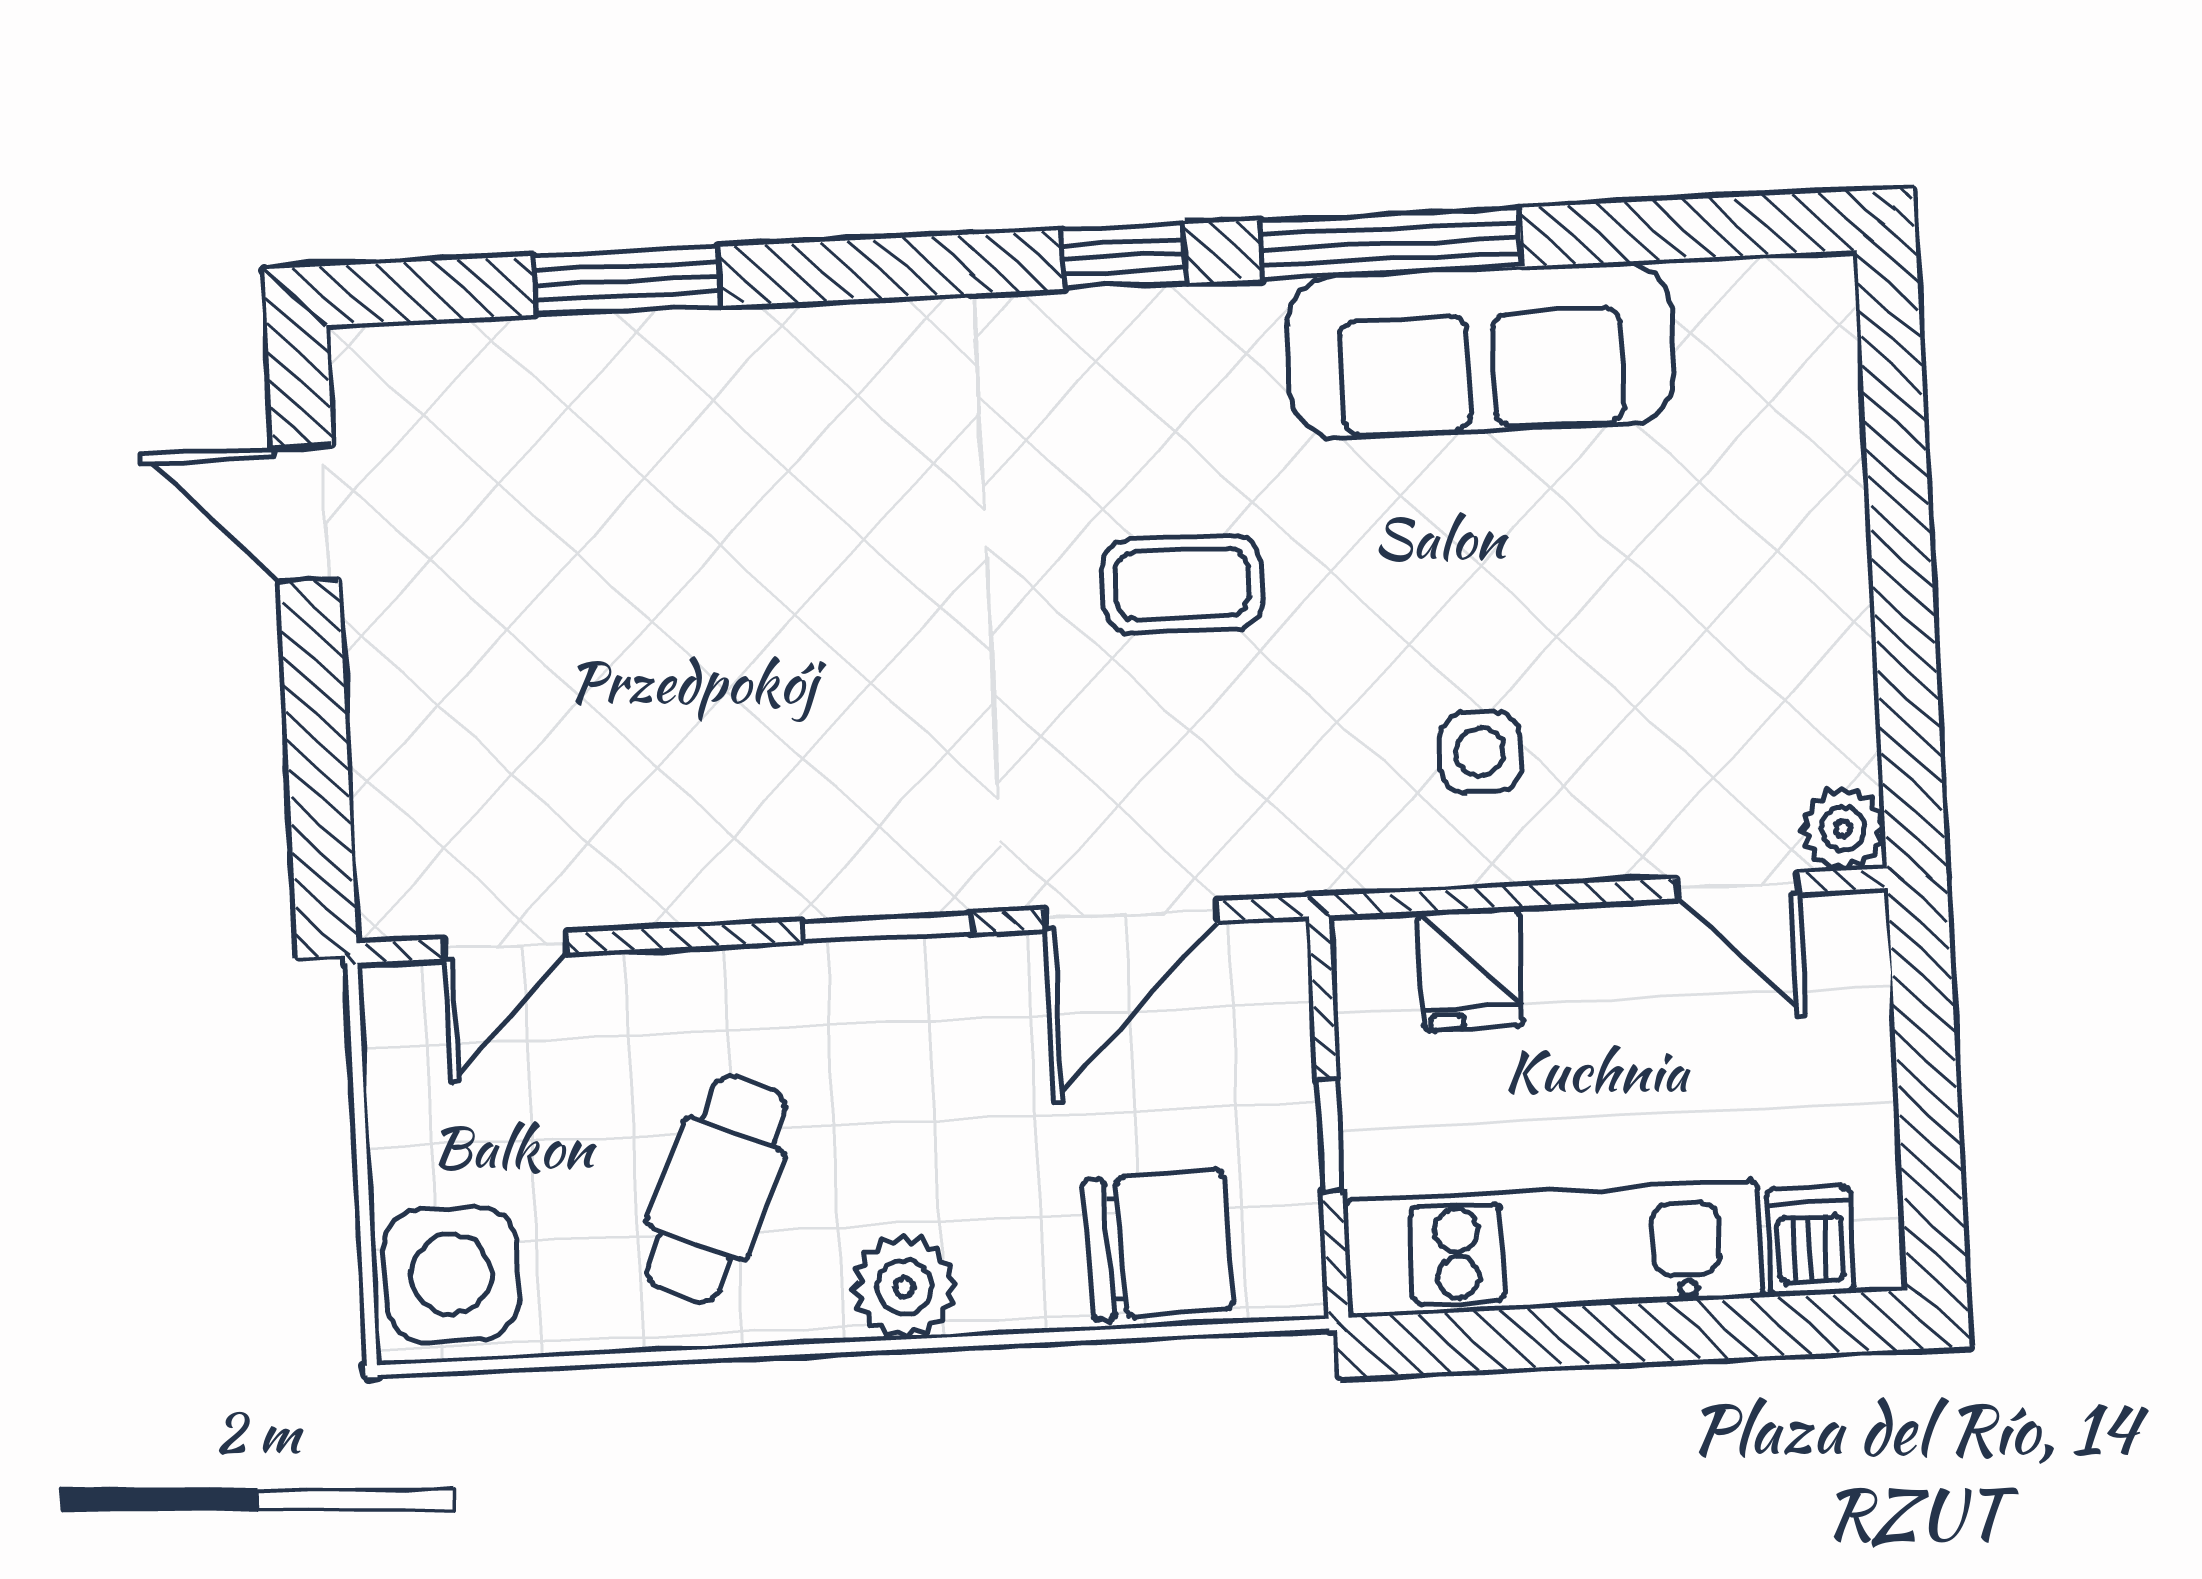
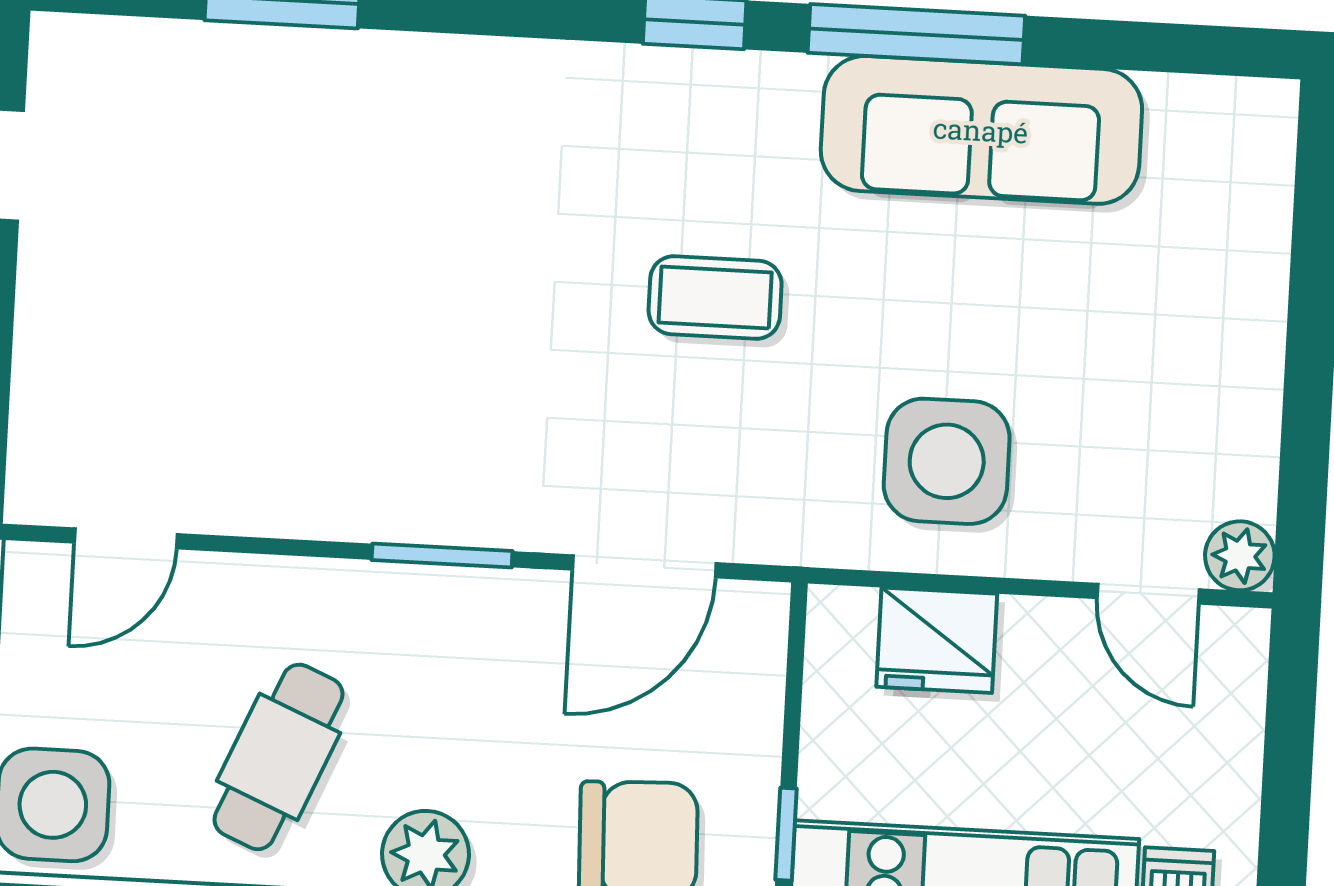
side table: (1480, 752) -> (947, 461), width x1.87, depth x1.87
fridge: (1471, 969) -> (937, 640), width x1.38
window: (1330, 1135) -> (786, 834), moved

